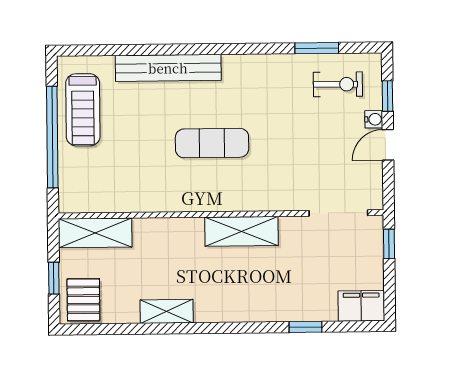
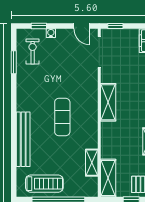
door: (388, 145) -> (82, 26), moved
shelving: (124, 201) -> (92, 163), added

